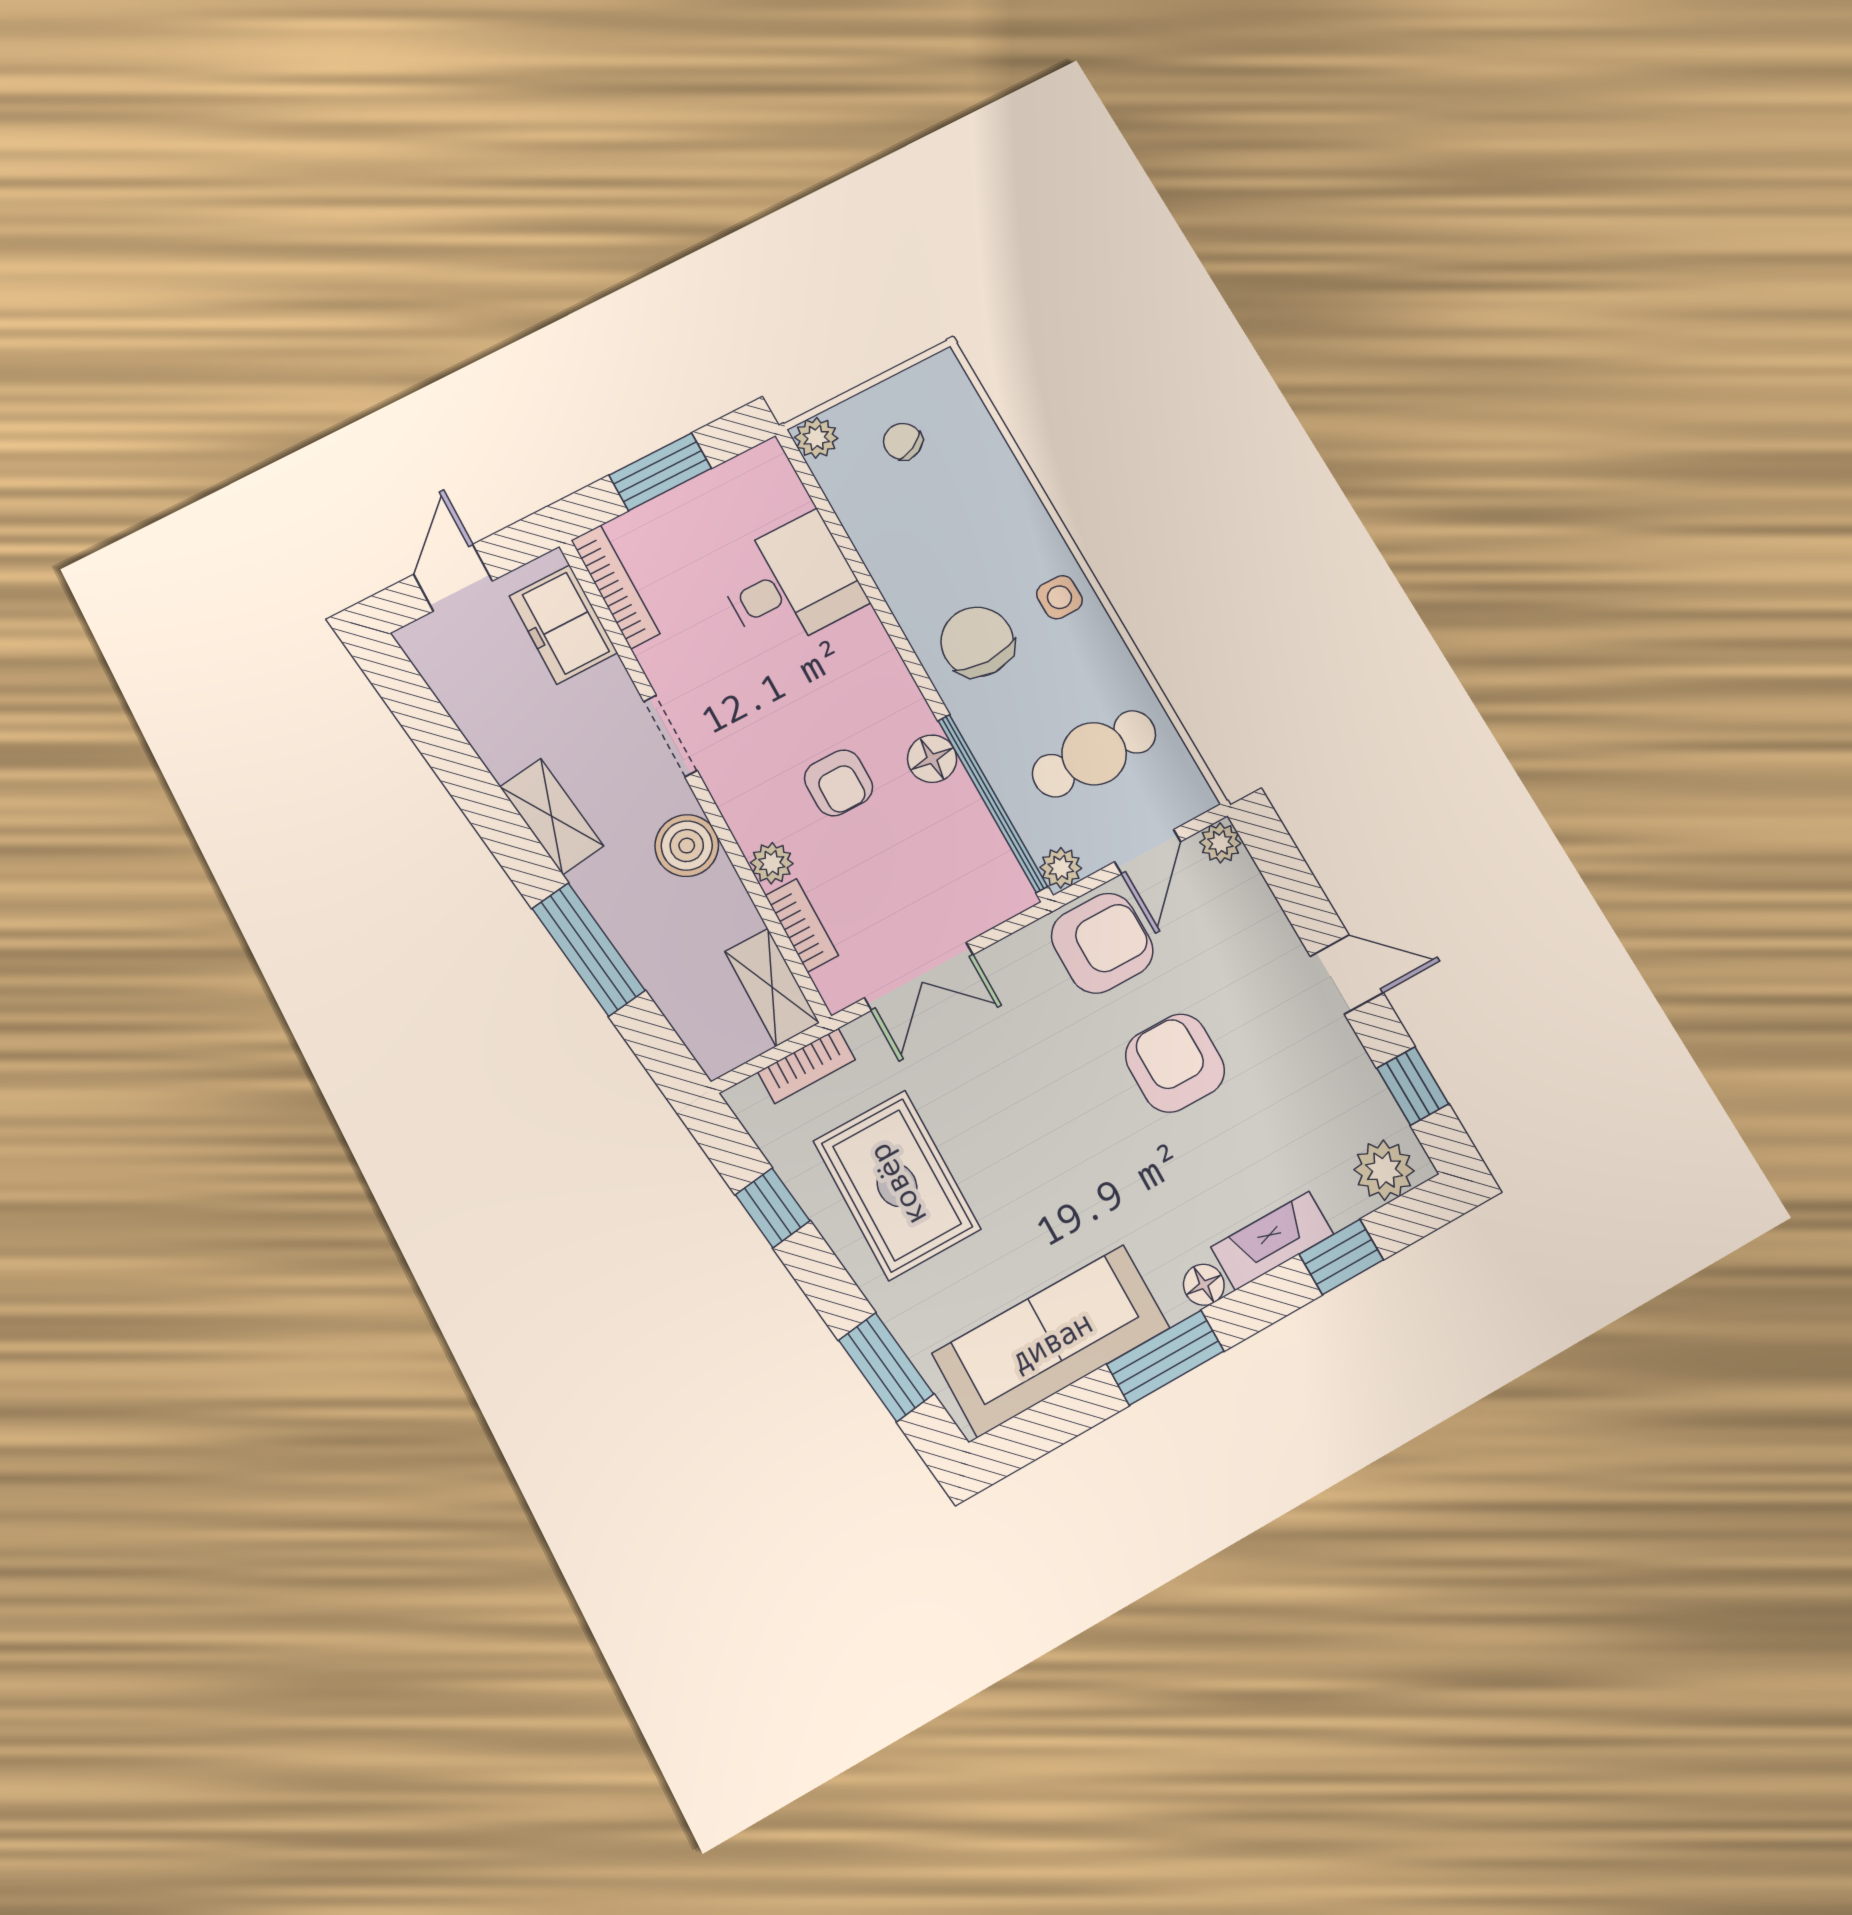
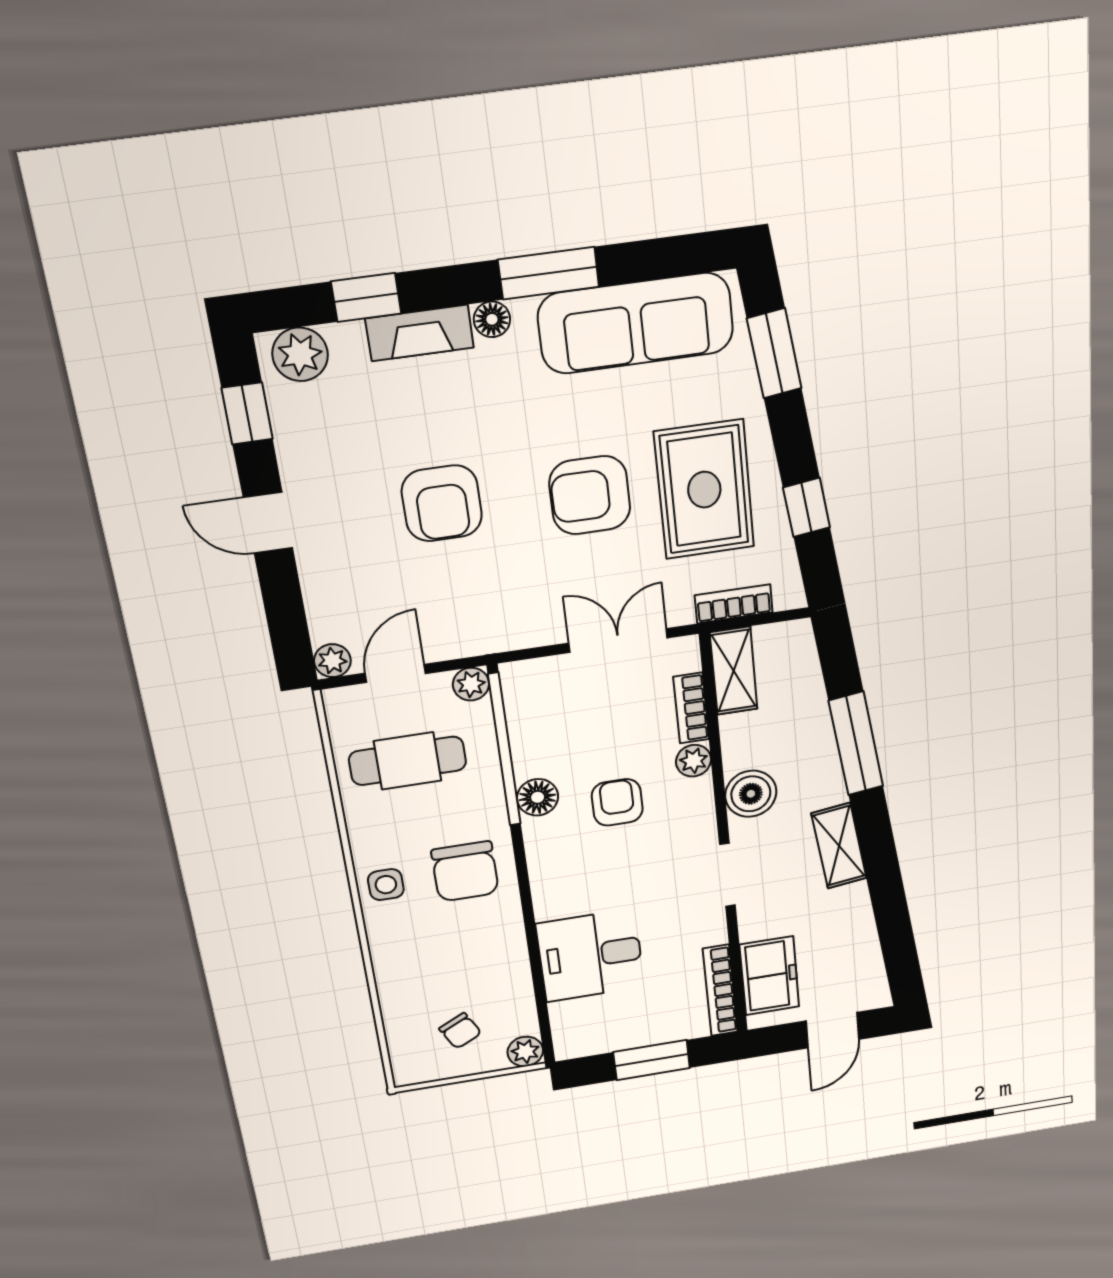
armchair: (1102, 943) -> (590, 495), moved

